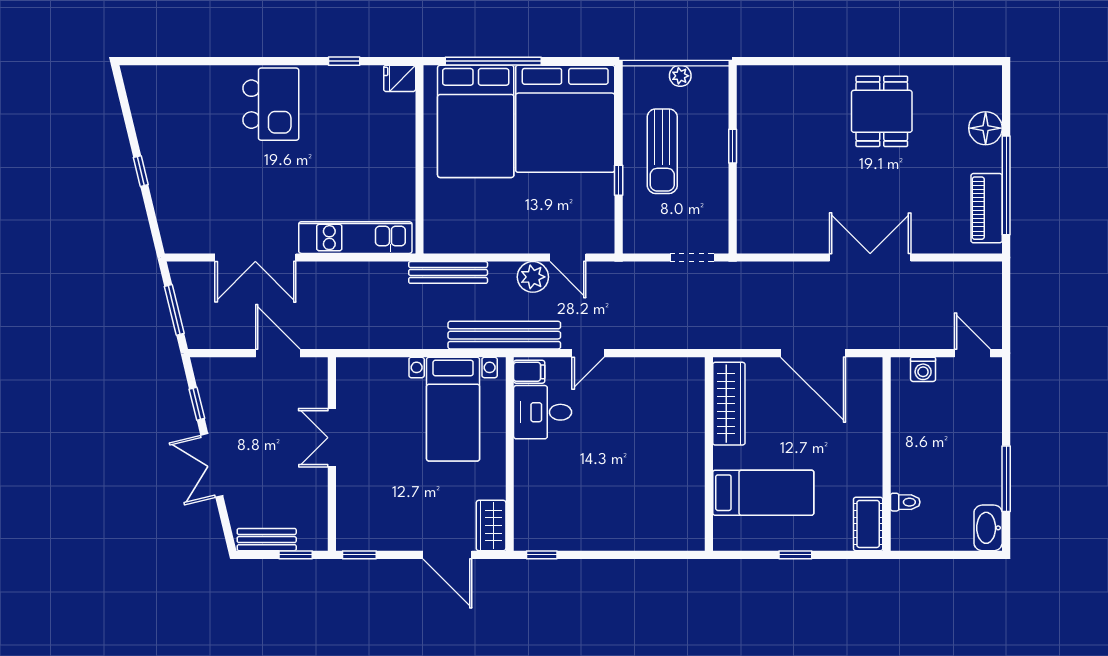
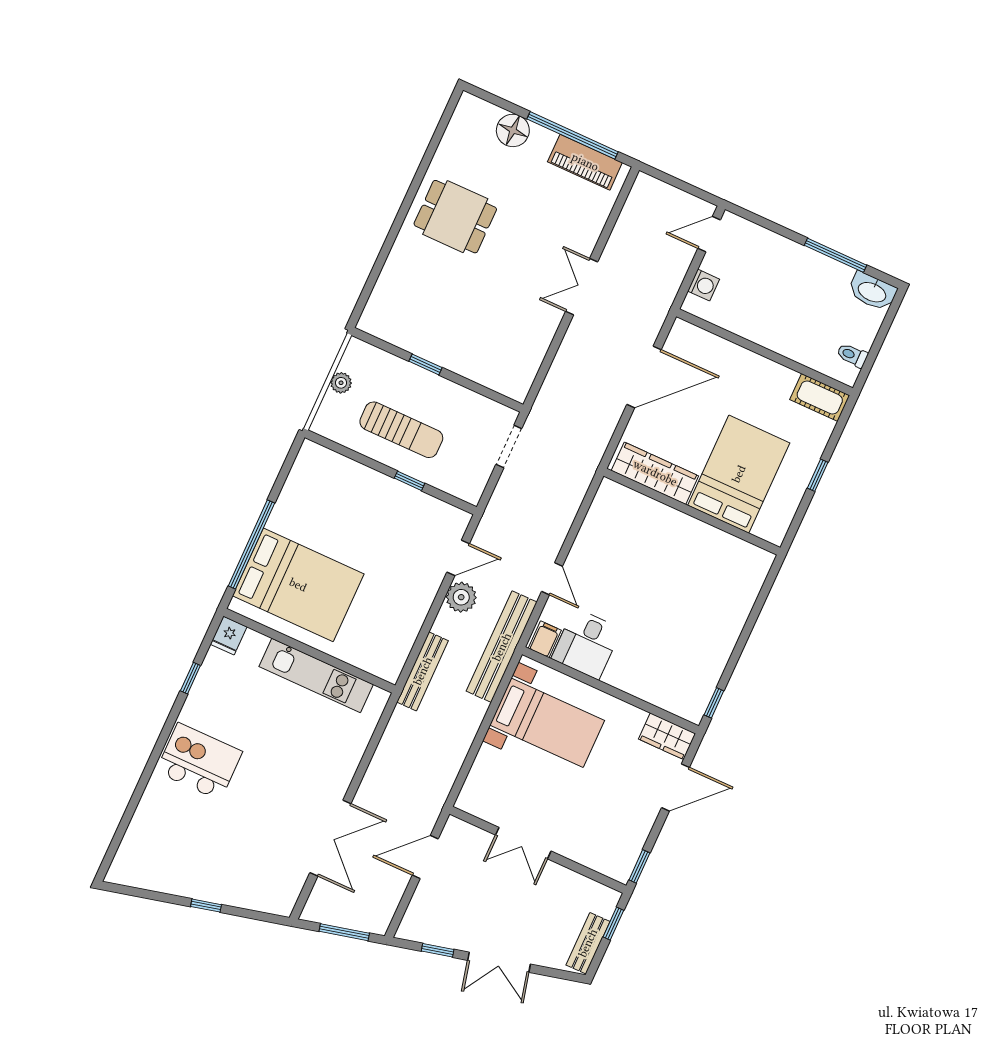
bed: (565, 119) -> (333, 504), removed
kitchen unit: (355, 238) -> (316, 675), moved, turned -90
double door: (870, 258) -> (582, 287), width x0.73
bed: (763, 493) -> (739, 474), width x1.50
toilet: (905, 502) -> (852, 355), moved, turned -90

